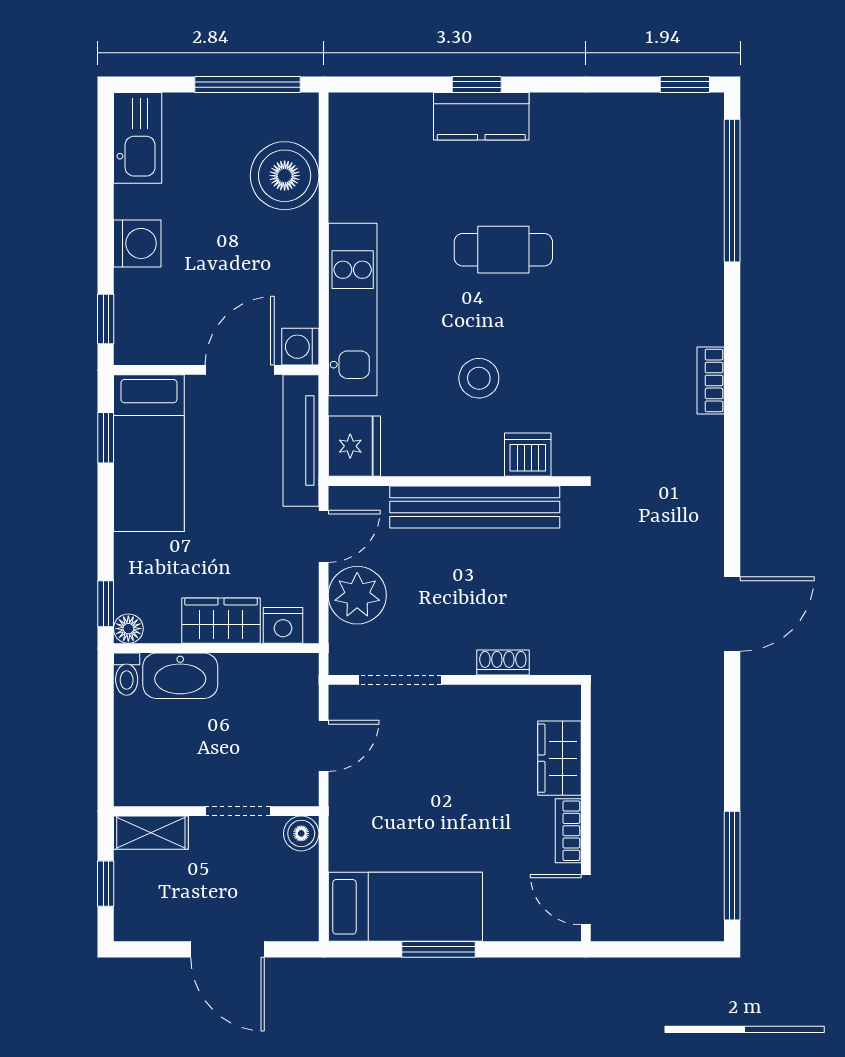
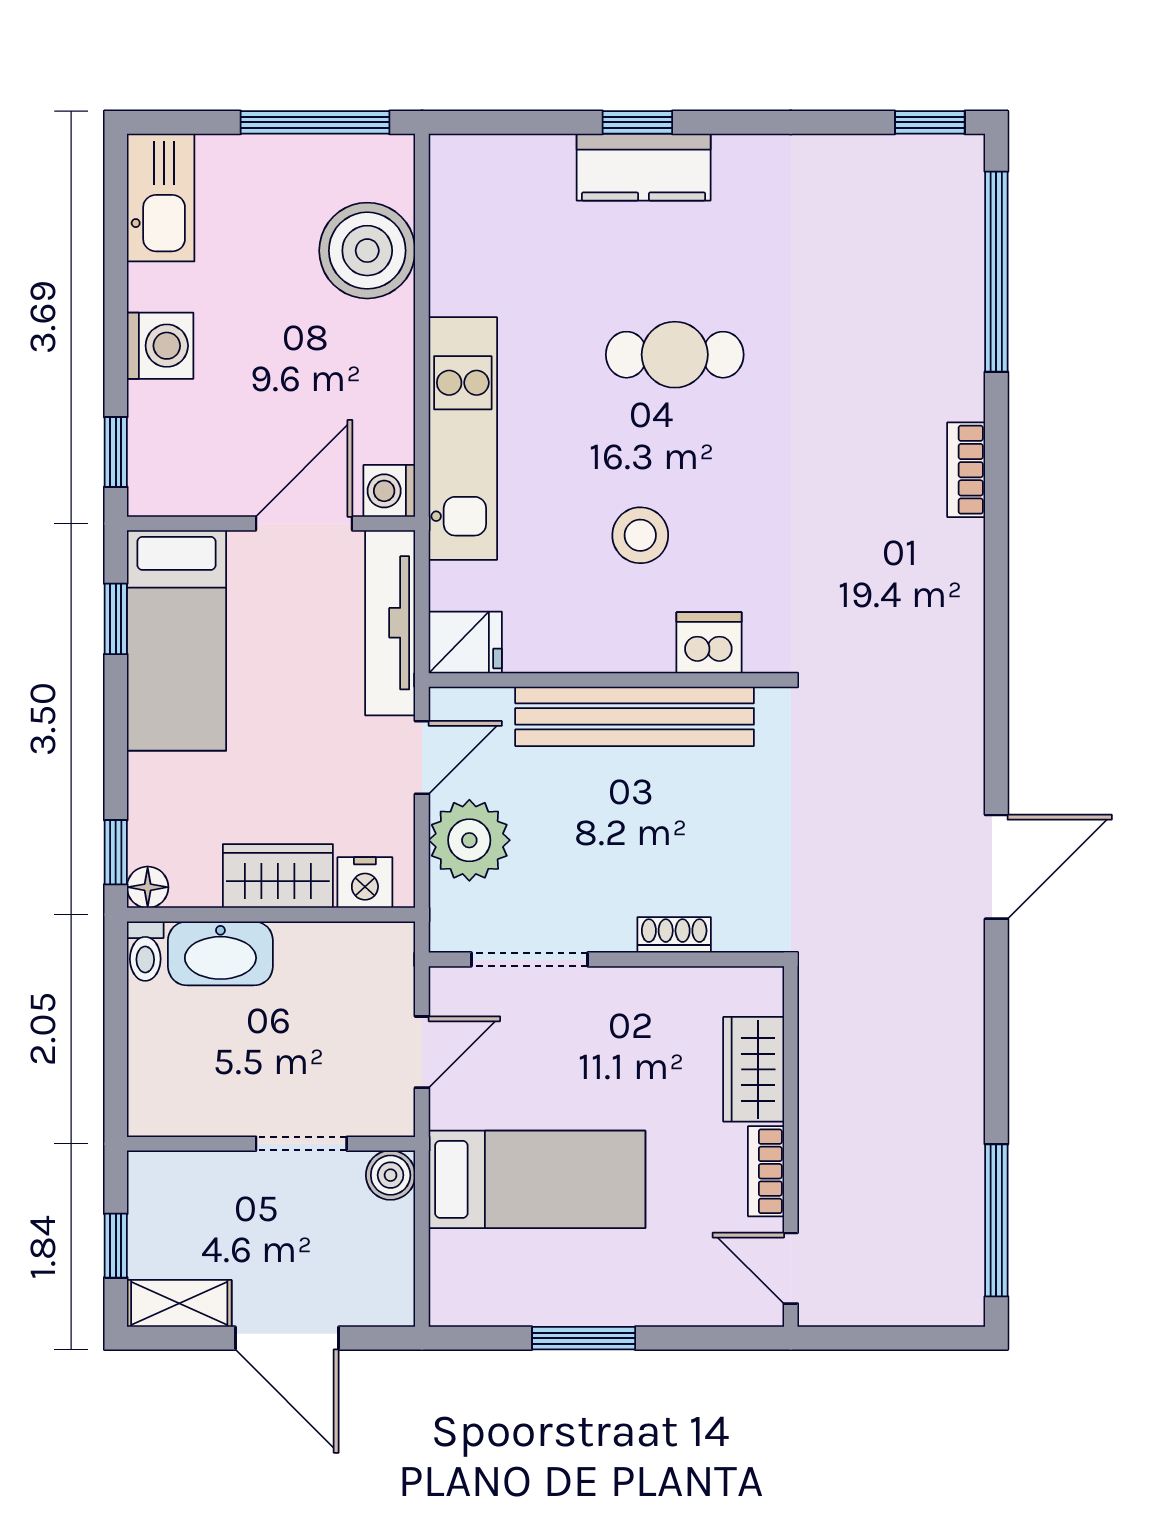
bookcase: (711, 380) -> (966, 470), moved
fridge: (354, 446) -> (465, 642), width x0.72
shelving: (151, 833) -> (179, 1303), moved
bed: (405, 907) -> (537, 1179), moved

